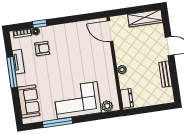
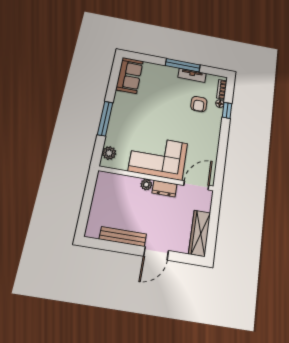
bench: (165, 74) -> (123, 237), width x1.36
dresser: (127, 98) -> (164, 189), moved
corner sofa: (77, 100) -> (158, 157), moved, turned -90
sofa: (29, 101) -> (129, 75), moved, turned -90
window: (57, 122) -> (105, 119), moved

